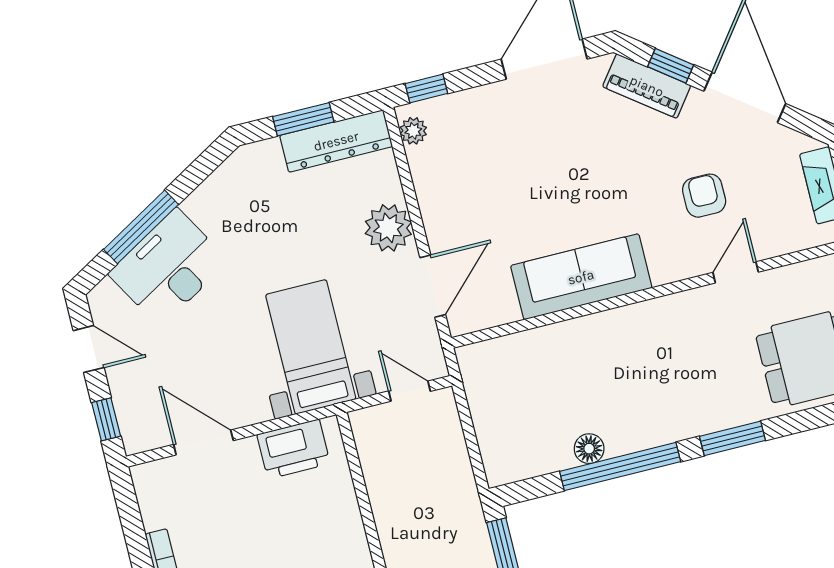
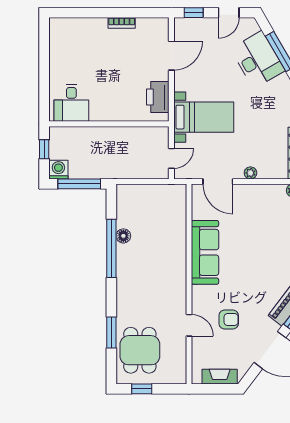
plant: (388, 228) -> (250, 173), width x0.53, depth x0.53
window: (732, 438) -> (111, 333), moved

